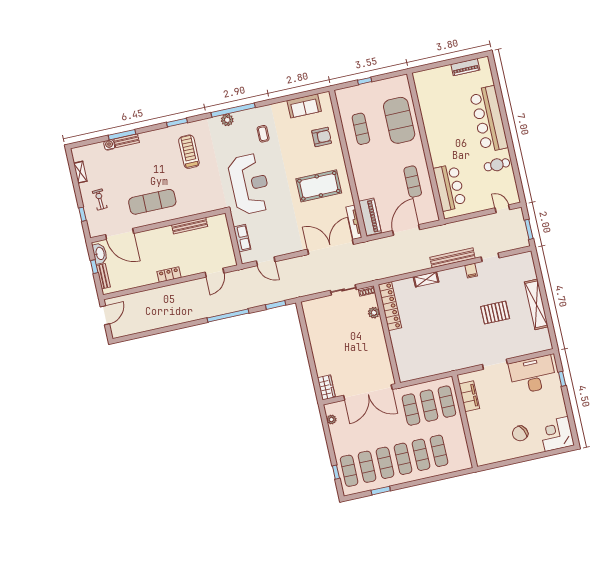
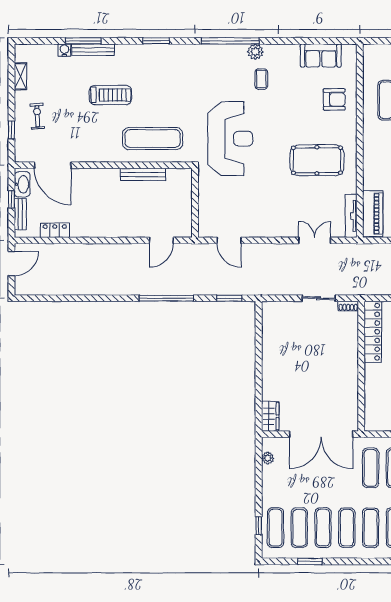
plant: (227, 120) -> (255, 52), moved
bench: (127, 141) -> (93, 50), width x1.36
treadmill: (189, 152) -> (110, 95), moved, turned 90
exercise mat: (152, 202) -> (153, 139), moved
row of seats: (242, 238) -> (206, 205), removed
double door: (330, 247) -> (315, 240), width x0.54
locker: (169, 275) -> (55, 230), moved
plant: (374, 313) -> (351, 335), removed

